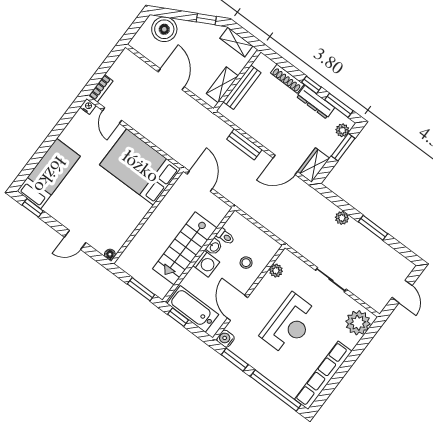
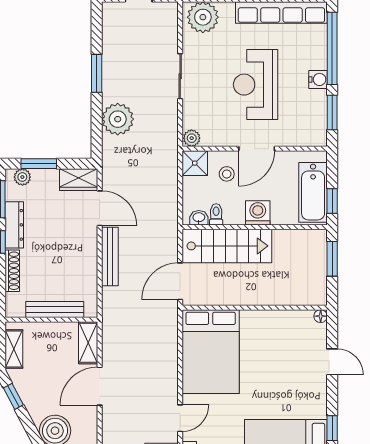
shelving: (222, 85) -> (88, 343), moved, turned 90
bench: (244, 144) -> (110, 256), width x1.36
plant: (342, 218) -> (118, 119), width x1.88, depth x1.88
washbasin: (214, 247) -> (199, 218), moved
shower: (268, 247) -> (195, 163), added
stairs: (185, 248) -> (227, 246), moved
plant: (276, 271) -> (192, 138), moved
door: (238, 308) -> (257, 149), moved
reception desk: (289, 324) -> (256, 85), turned -90
water cooler: (226, 339) -> (318, 79), moved, turned -90

